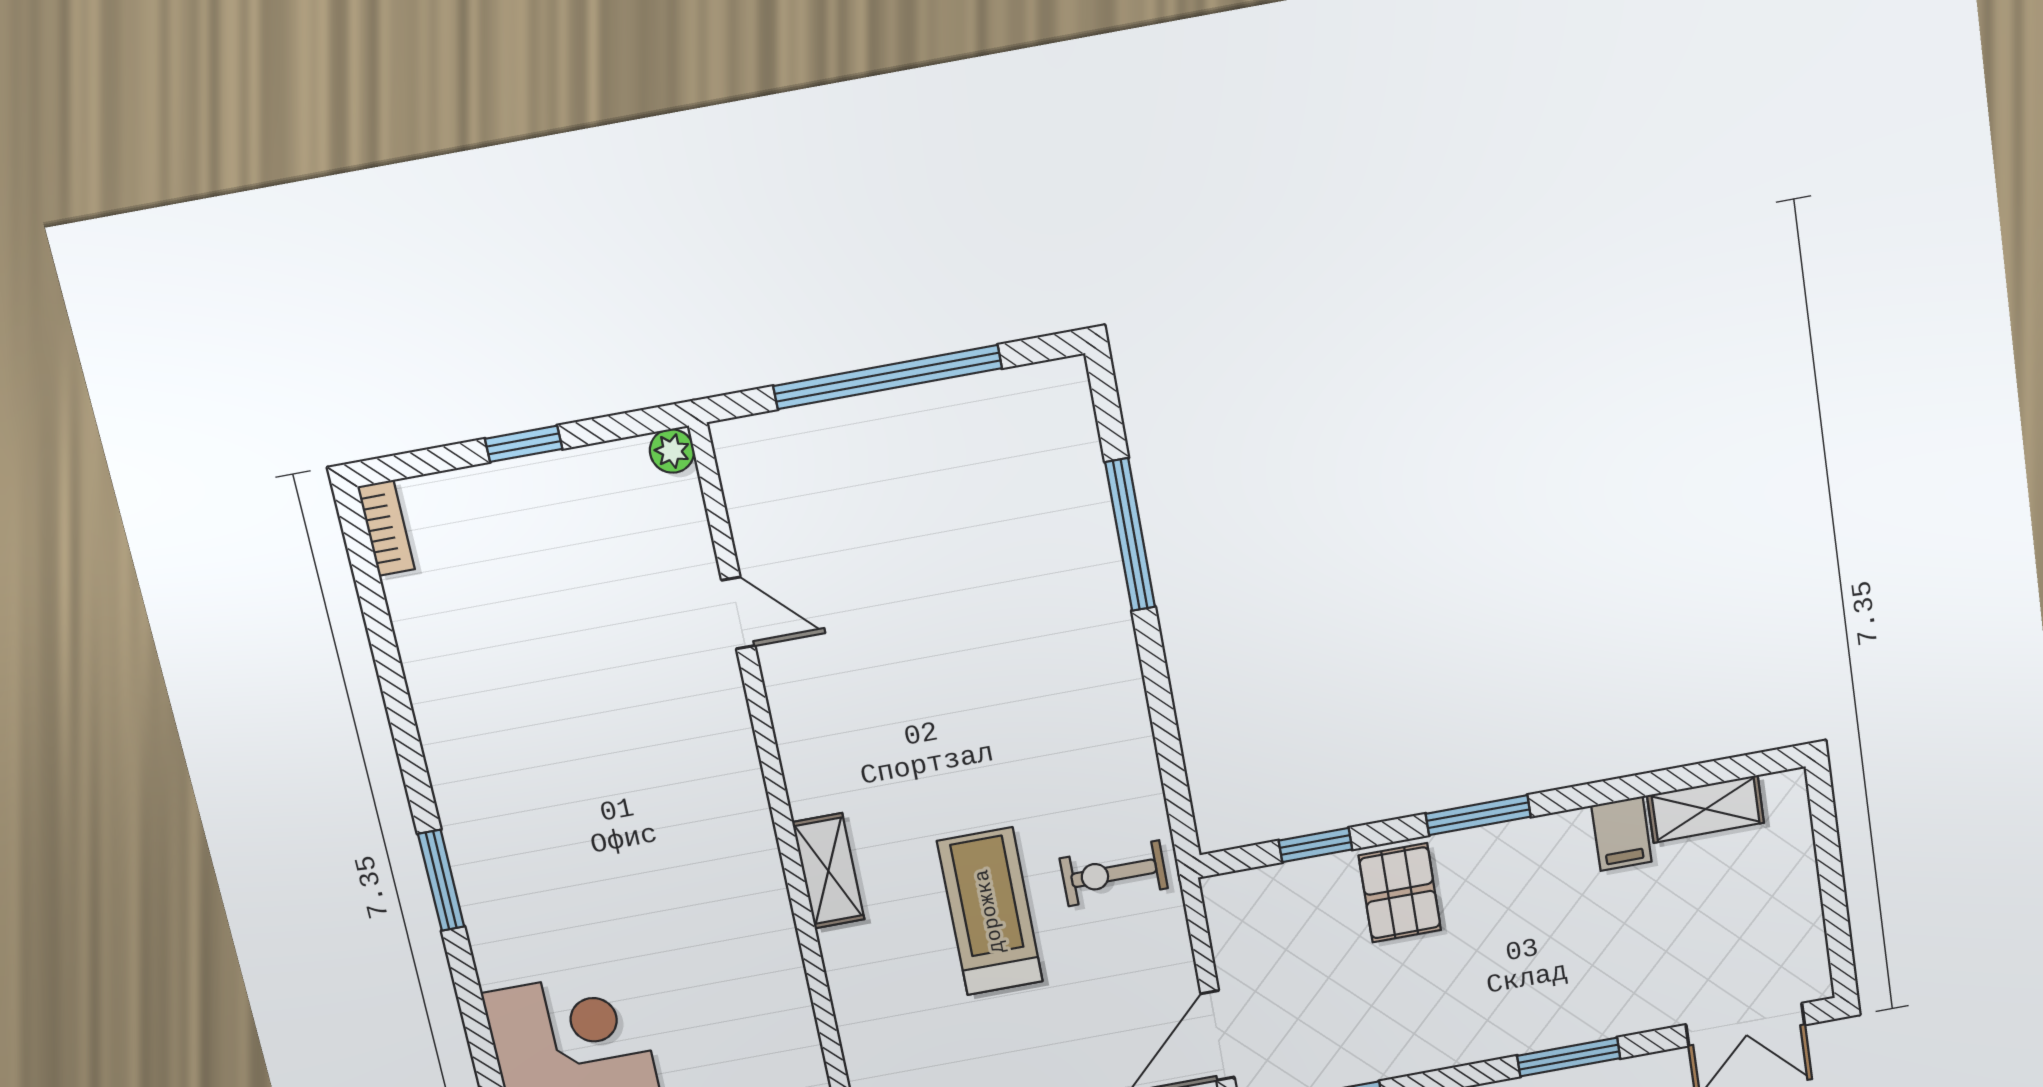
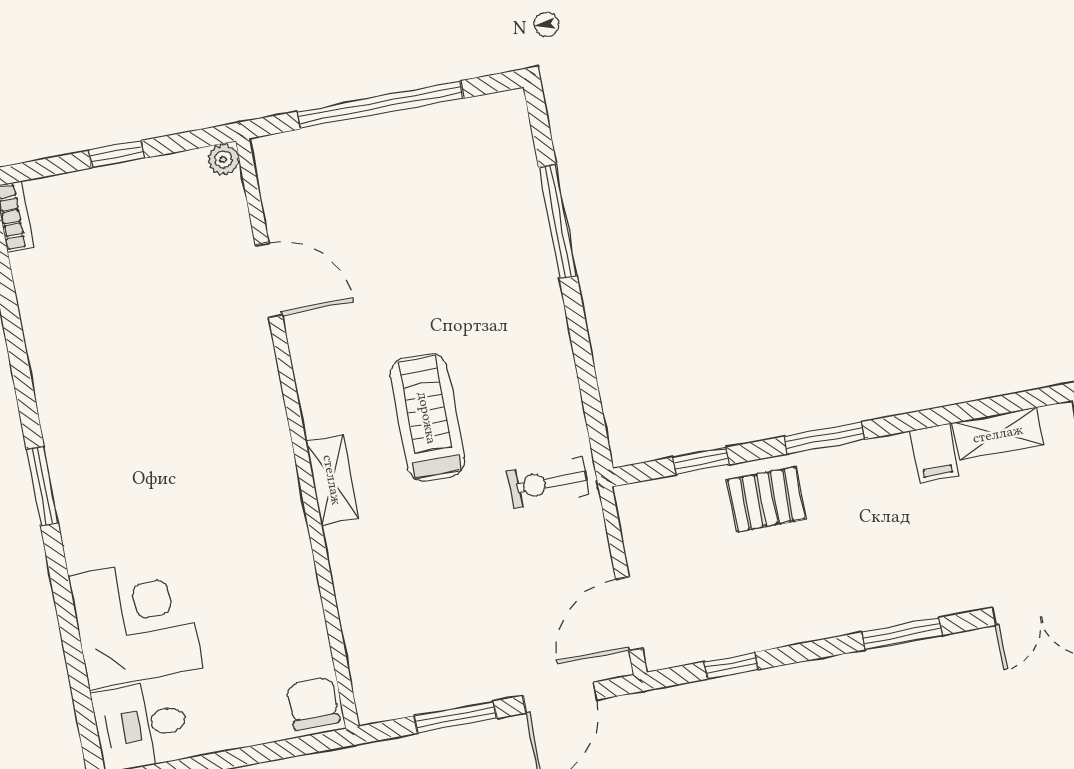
door: (738, 613) -> (269, 280), width x1.37
pallet: (1400, 893) -> (766, 499), turned 90
treadmill: (990, 911) -> (427, 418), moved

